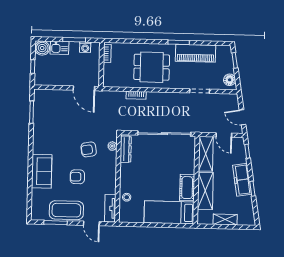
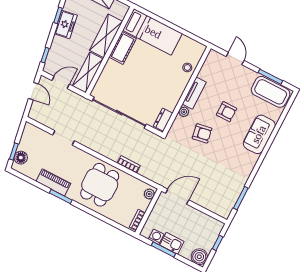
kitchen sink: (60, 48) -> (172, 243), moved
piano: (196, 53) -> (53, 182), width x0.73, depth x0.75
dining table: (152, 67) -> (100, 185), turned 90
plant: (108, 79) -> (149, 194), added
floor lamp: (230, 80) -> (21, 158), moved
door: (84, 88) -> (177, 197), hinge flipped
door: (224, 135) -> (61, 82), hinge flipped
plant: (112, 146) -> (184, 112), moved
dresser: (126, 149) -> (163, 120), width x0.70
freezer: (242, 180) -> (66, 24), width x0.71
tv unit: (110, 208) -> (194, 93), moved
coffee table: (66, 210) -> (271, 92), moved

